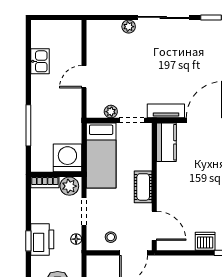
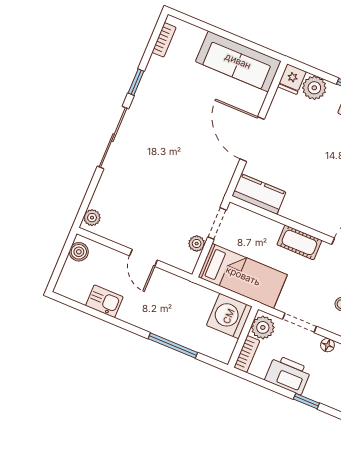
boiler: (69, 27) -> (79, 252), added
plant: (129, 27) -> (92, 218), moved
tv unit: (166, 111) -> (222, 179), removed
printer: (42, 239) -> (288, 375), moved

